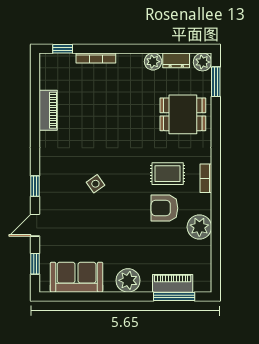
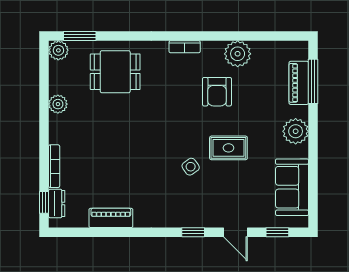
dresser: (176, 60) -> (57, 204), moved
dining table: (183, 114) -> (115, 72), turned 90
rug: (168, 174) -> (228, 148), moved, turned 90

